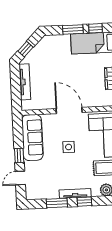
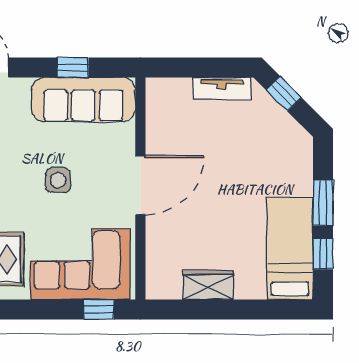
tv unit: (25, 82) -> (222, 88), width x0.71
window: (19, 156) -> (73, 68), moved

